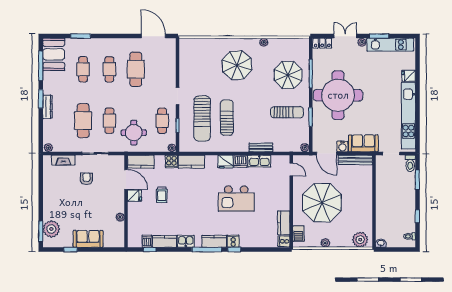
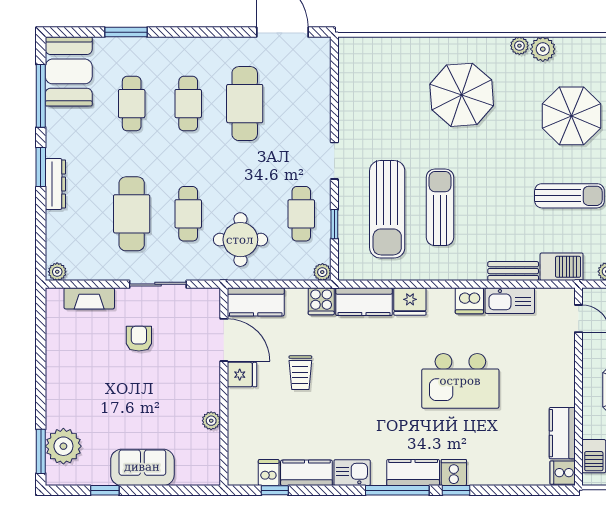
plant: (275, 44) -> (543, 49), added
barbecue: (283, 145) -> (562, 267), added
fridge: (226, 162) -> (410, 301), moved

